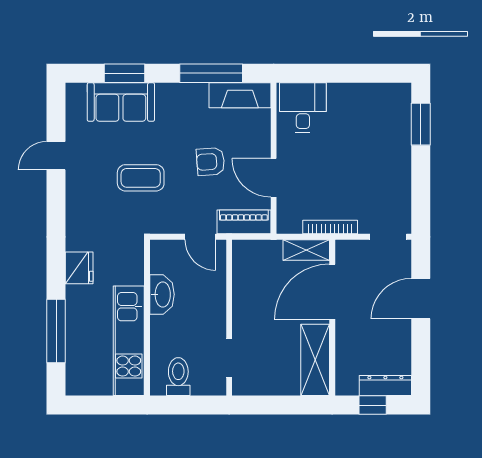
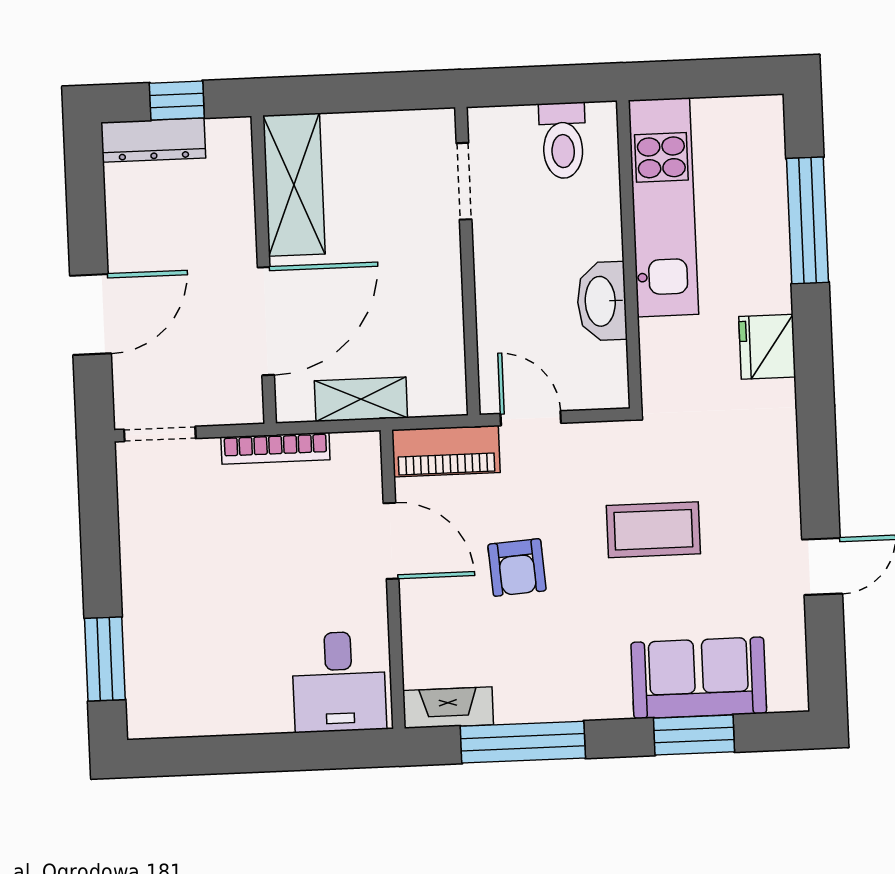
fireplace: (240, 95) -> (448, 708), width x0.73, depth x0.76
armchair: (210, 162) -> (517, 567), turned 90
shelving: (306, 250) -> (361, 399), moved

